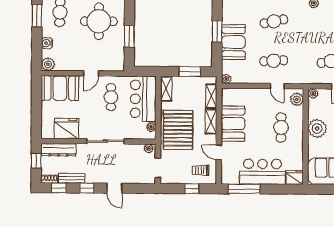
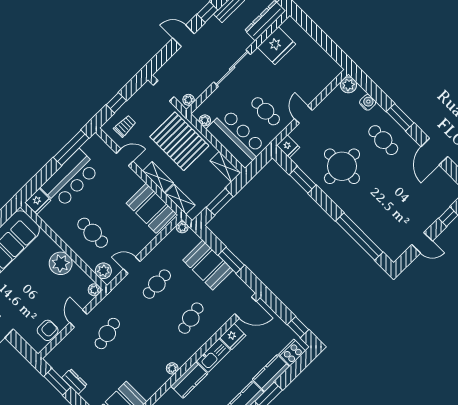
fridge: (118, 64) -> (288, 146), added
booth: (60, 88) -> (318, 75), removed
booth: (233, 124) -> (151, 208), moved

